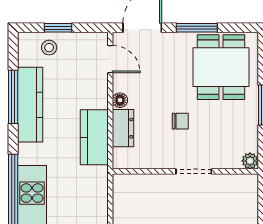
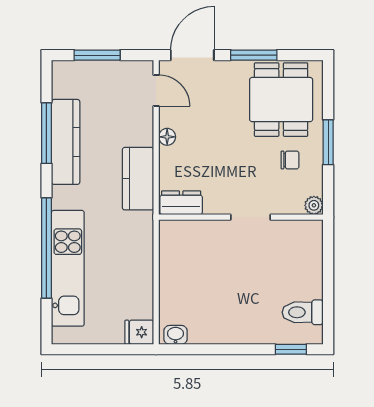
window: (58, 28) -> (97, 55), width x1.50
stool: (49, 48) -> (87, 78), removed
chair: (180, 121) -> (290, 160), moved
dresser: (123, 128) -> (181, 203), moved, turned -90

